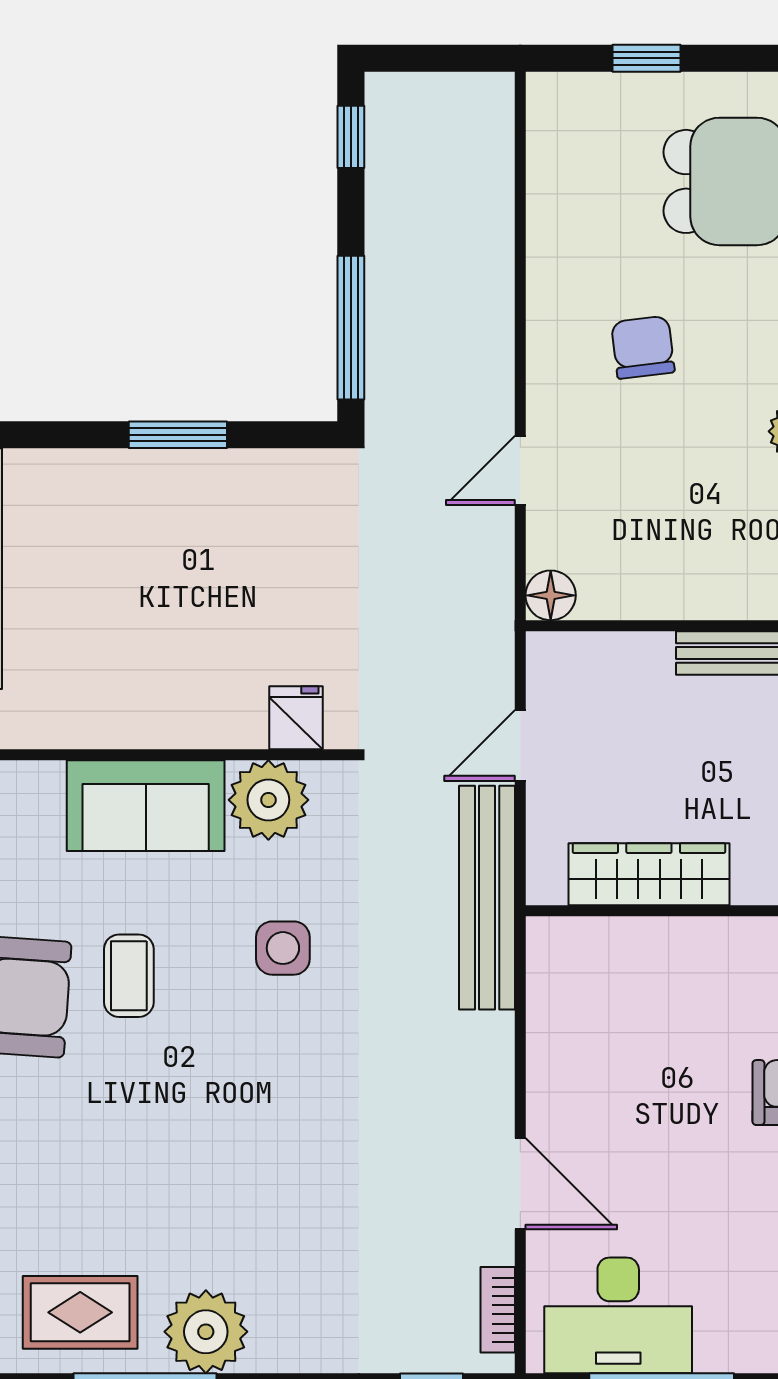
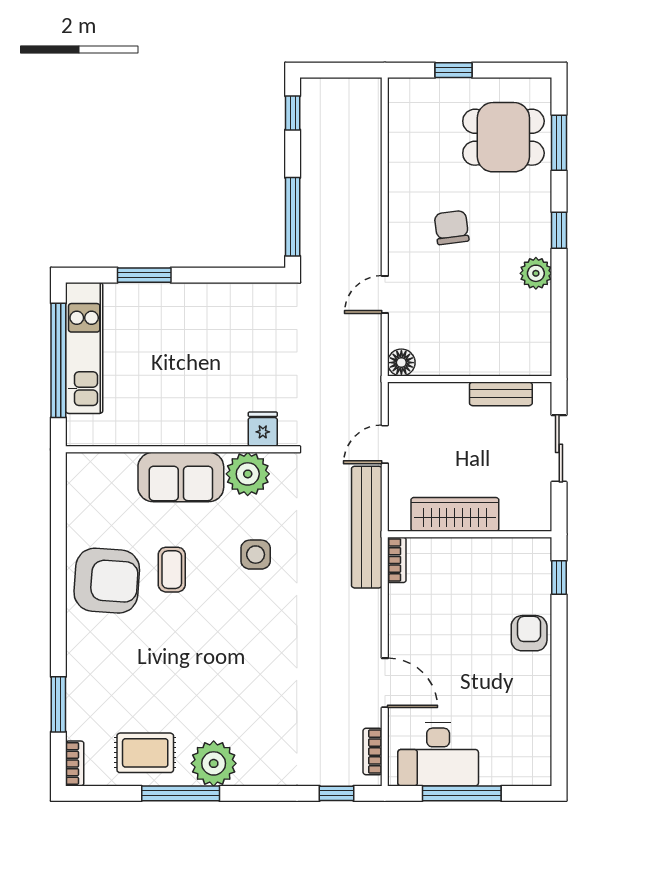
window: (178, 435) -> (144, 275), moved
bookcase: (542, 958) -> (397, 560), added

